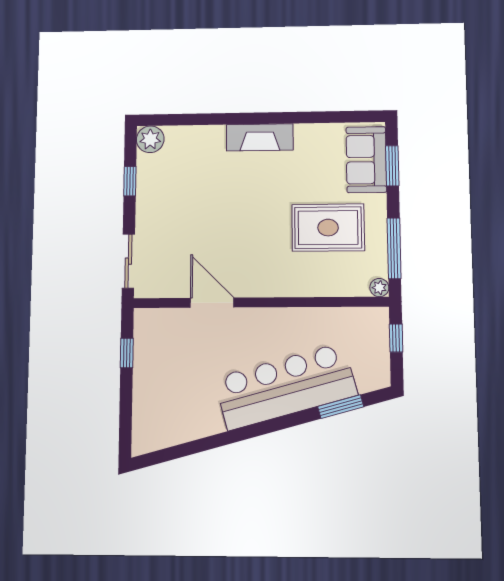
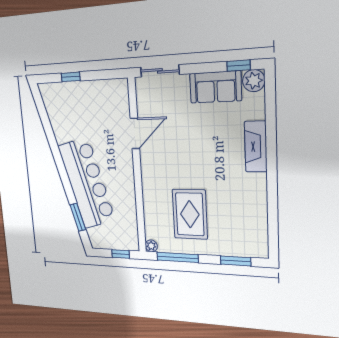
fireplace: (260, 137) -> (256, 147), moved
sofa: (366, 160) -> (216, 87), moved, turned 180
window: (130, 181) -> (239, 66), moved
window: (127, 353) -> (71, 77), moved

